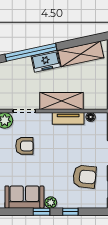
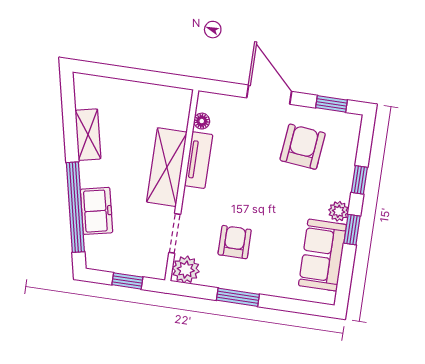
shelving: (81, 54) -> (88, 135), width x0.67, depth x0.75
freezer: (46, 61) -> (97, 211), moved

